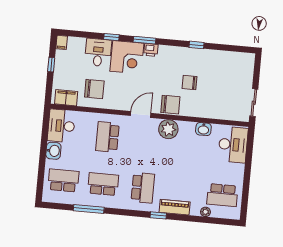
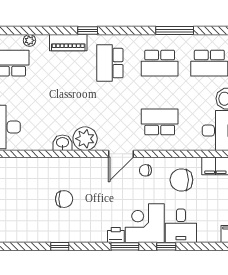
chair: (170, 105) -> (145, 170), moved, width x0.54, depth x0.54
washbasin: (203, 129) -> (63, 143), moved
school desk: (107, 137) -> (160, 122), turned -90

